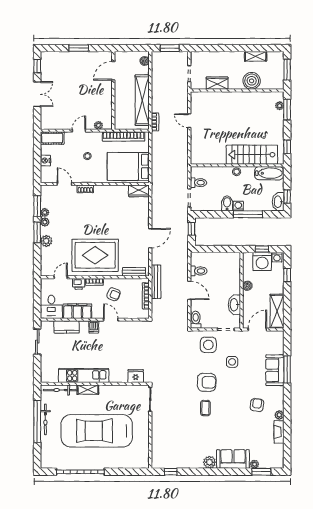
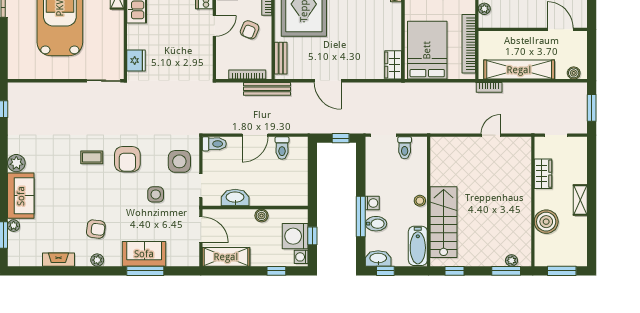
shelving: (256, 56) -> (580, 200), moved
bidet: (227, 203) -> (376, 224), moved
plant: (279, 415) -> (97, 260), moved

